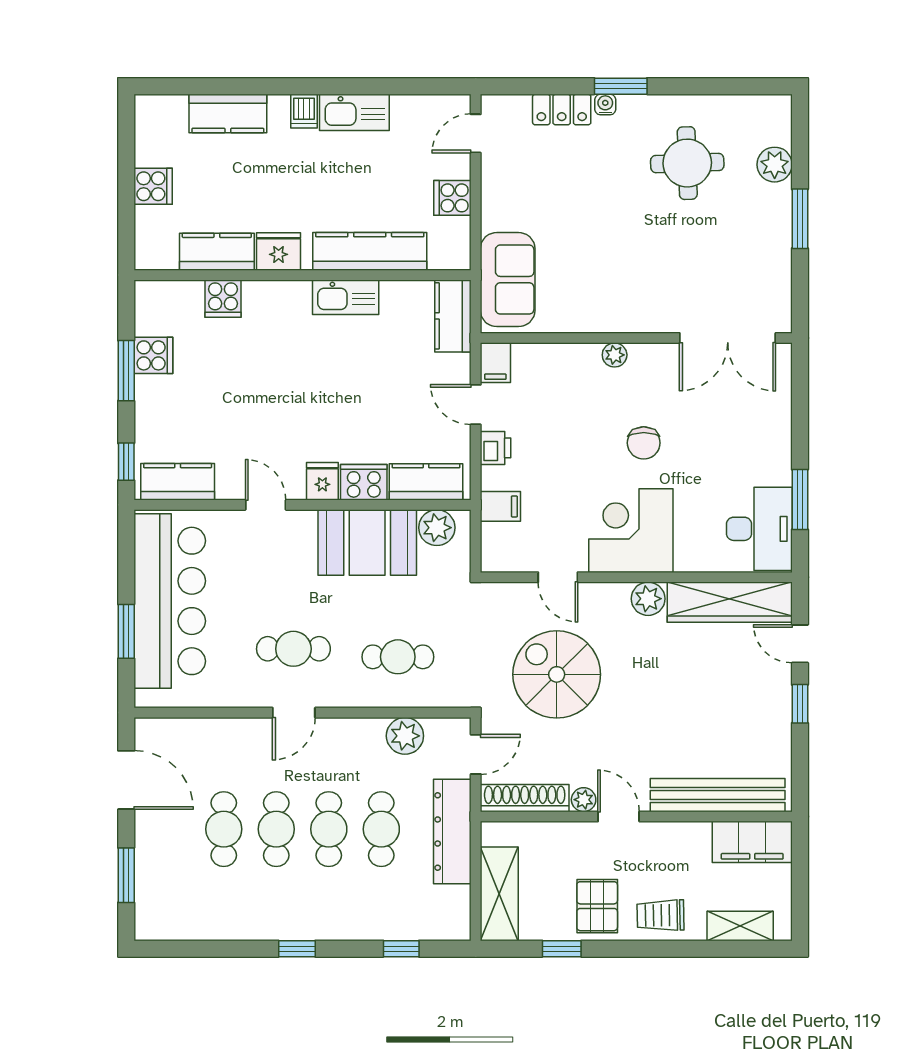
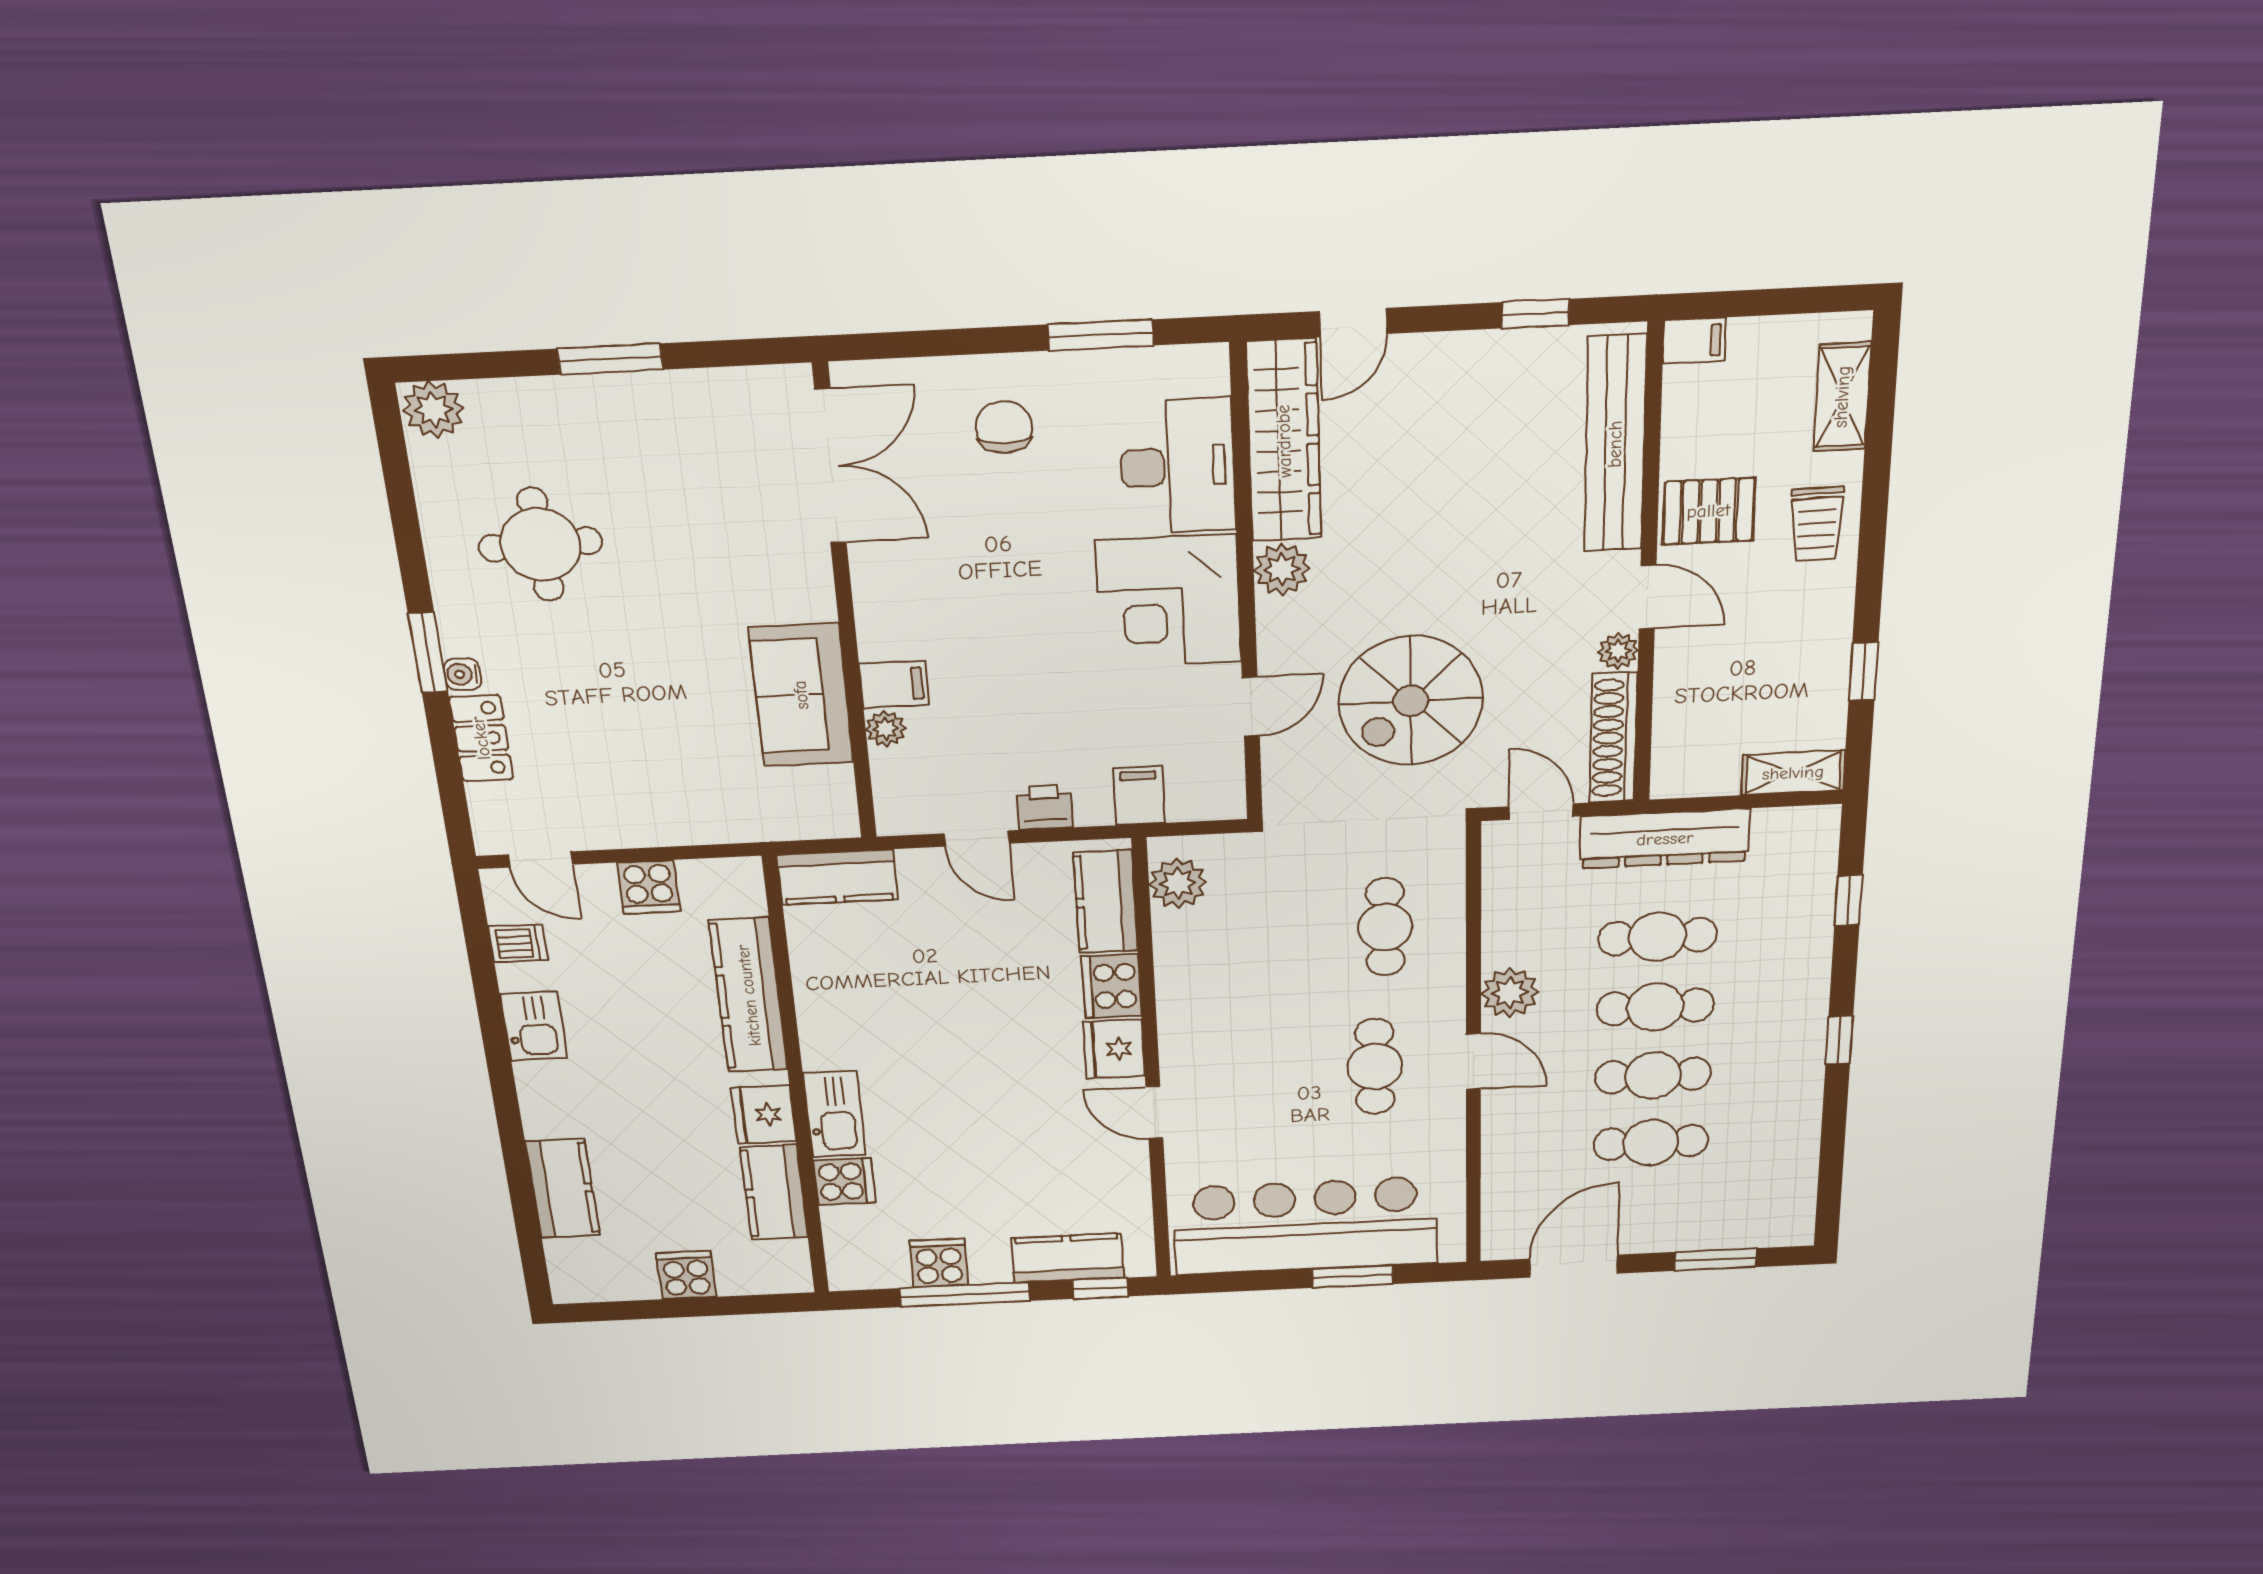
dishwasher: (304, 111) -> (518, 943), moved
kitchen sink: (354, 112) -> (534, 1026), width x0.73
plant: (775, 165) -> (433, 410), moved
sofa: (508, 280) -> (801, 695), moved, turned -90
kitchen sink: (346, 297) -> (834, 1114), moved
plant: (615, 355) -> (886, 729), moved
filing cabinet: (495, 363) -> (894, 684), moved
window: (126, 371) -> (965, 1295), width x1.44
door: (476, 405) -> (977, 839), hinge flipped
chair: (644, 443) -> (1004, 427), moved, turned -90
fridge: (322, 481) -> (1114, 1049), width x1.38
kitchen counter: (178, 482) -> (1068, 1258), moved, turned 90
door: (266, 505) -> (1154, 1113), hinge flipped
desk: (759, 529) -> (1178, 466), moved, turned 90
booth: (367, 543) -> (1206, 977), removed
window: (800, 704) -> (1536, 314), moved
plant: (405, 736) -> (1510, 993), moved
door: (619, 817) -> (1648, 597), swing flipped
filing cabinet: (752, 842) -> (1694, 341), width x0.33, depth x0.86
shelving: (499, 894) -> (1793, 773), width x0.67, depth x0.75
pallet: (597, 906) -> (1709, 511), moved

